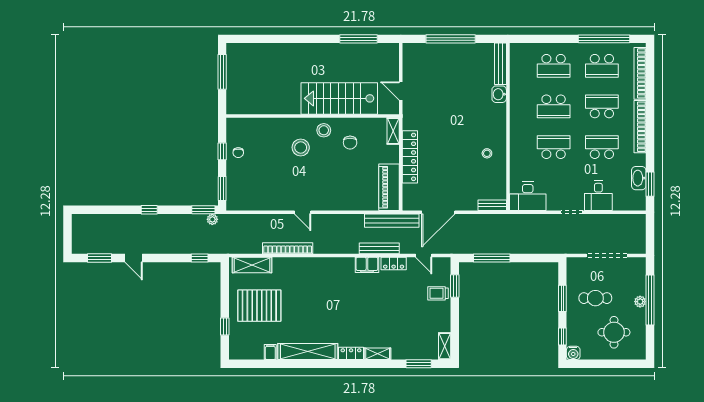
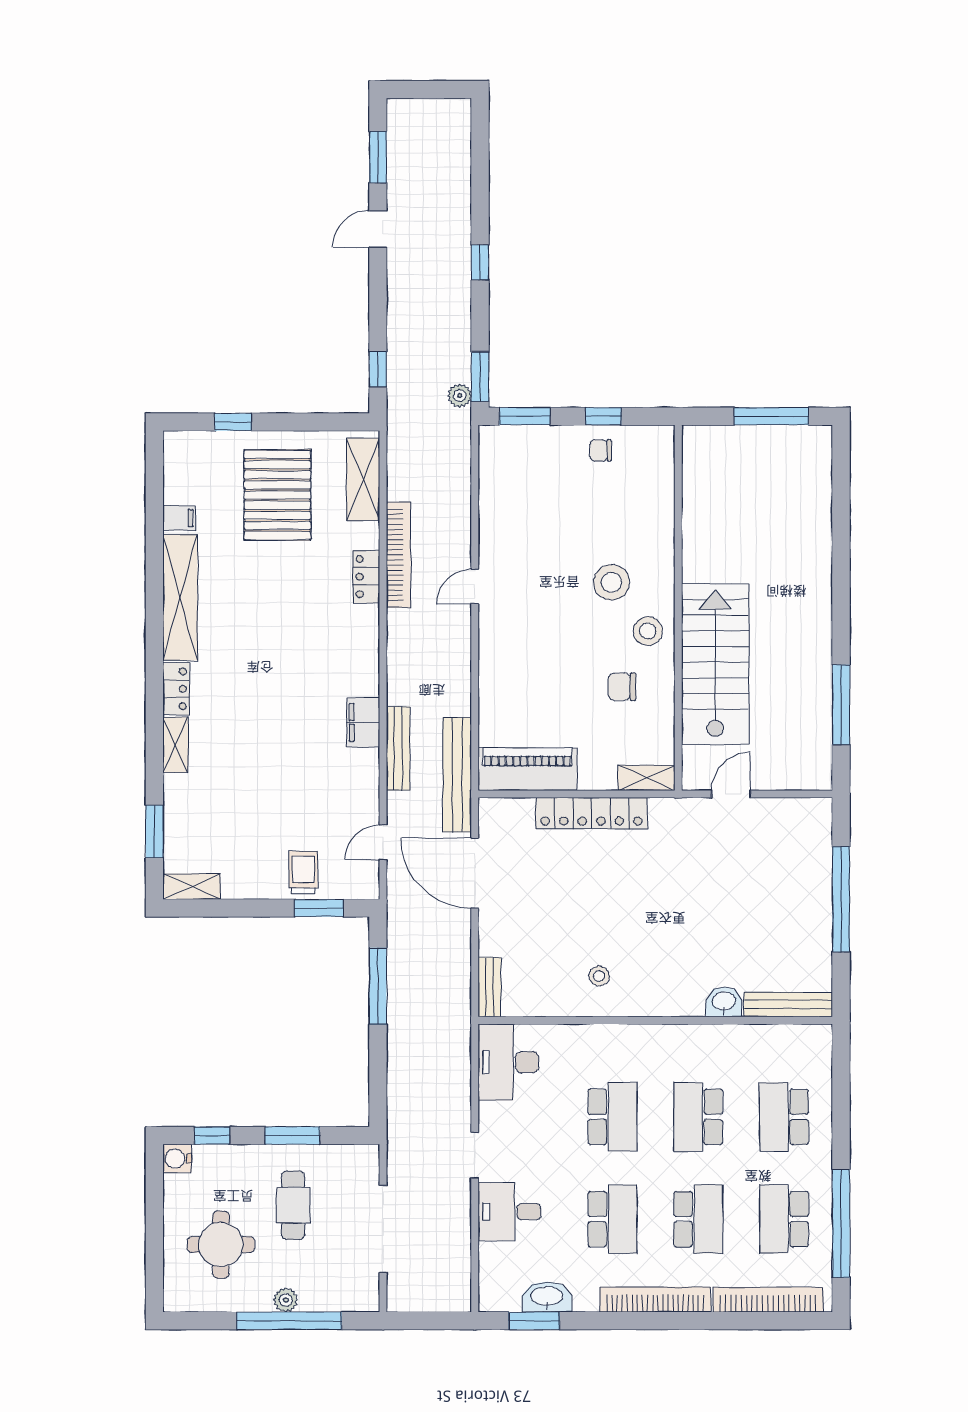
locker: (394, 263) -> (366, 577), moved

